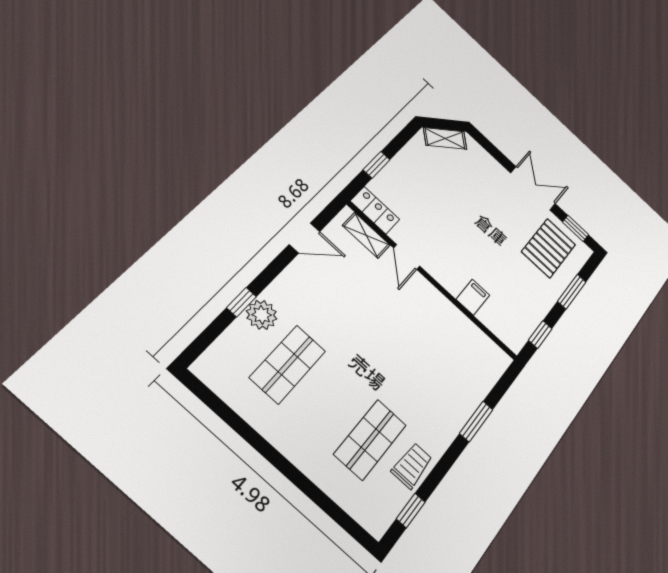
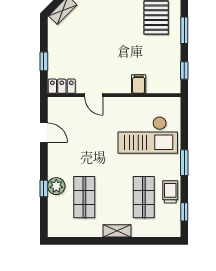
shelving: (366, 235) -> (117, 231), moved
door: (305, 238) -> (44, 133), hinge flipped
checkout: (438, 366) -> (148, 135), added
window: (476, 421) -> (184, 163), moved

